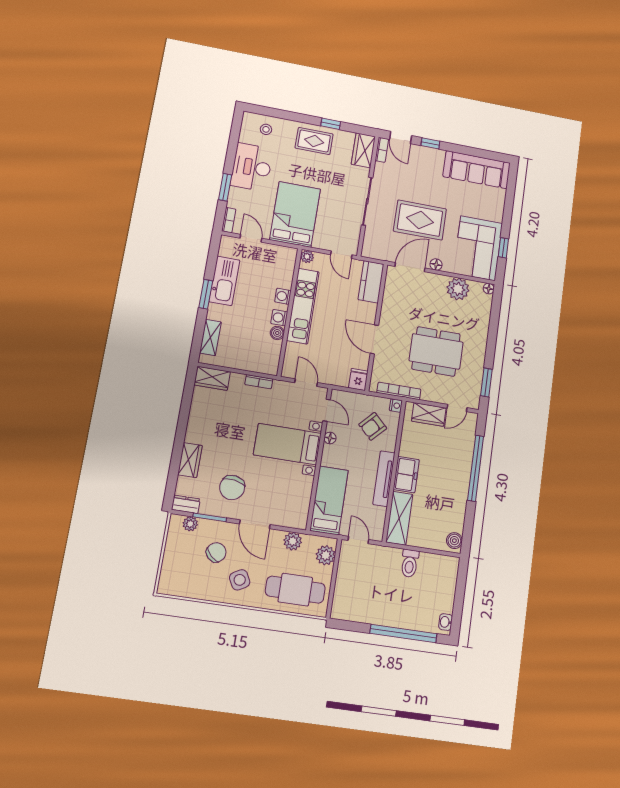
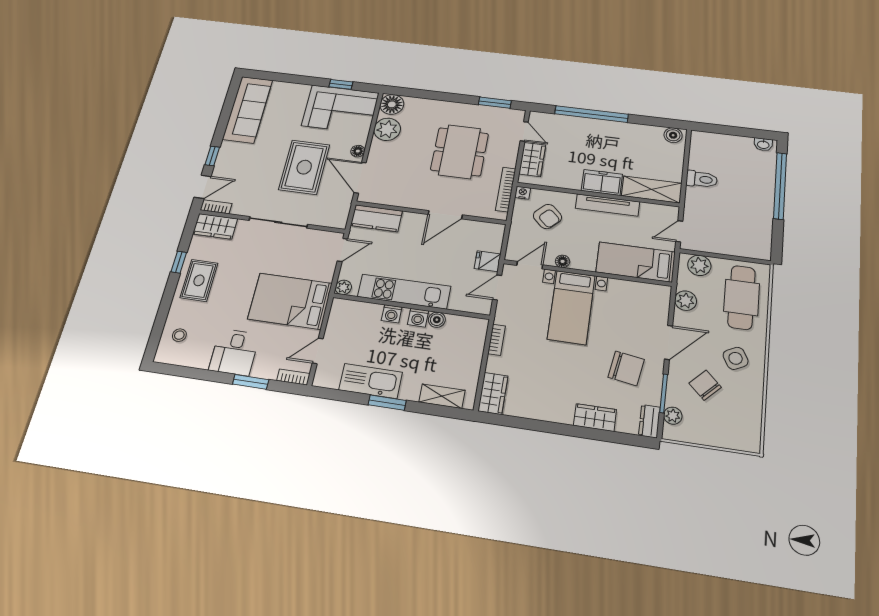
desk: (252, 167) -> (234, 352), width x0.73
floor lamp: (489, 289) -> (392, 104), width x1.89, depth x1.89
fridge: (358, 380) -> (488, 261), moved

